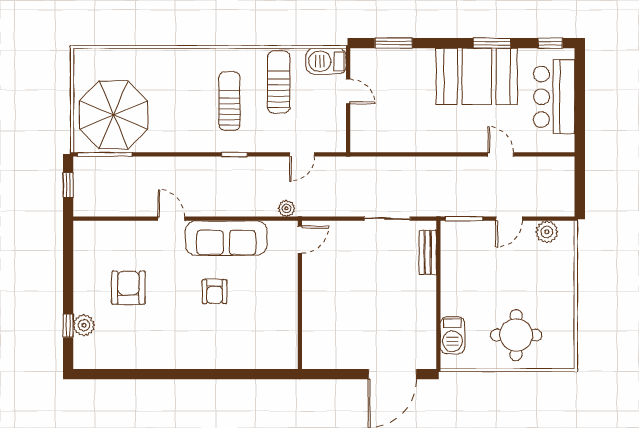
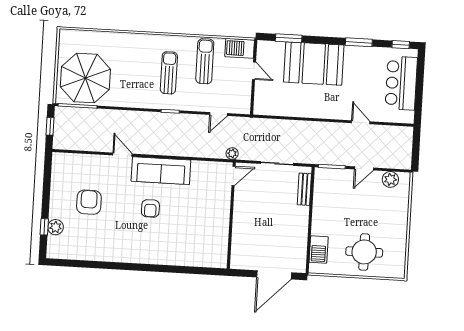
booth: (477, 76) -> (314, 64), moved
plant: (286, 208) -> (232, 154), moved
door: (300, 240) -> (234, 176), moved
wall: (300, 295) -> (231, 216), moved

